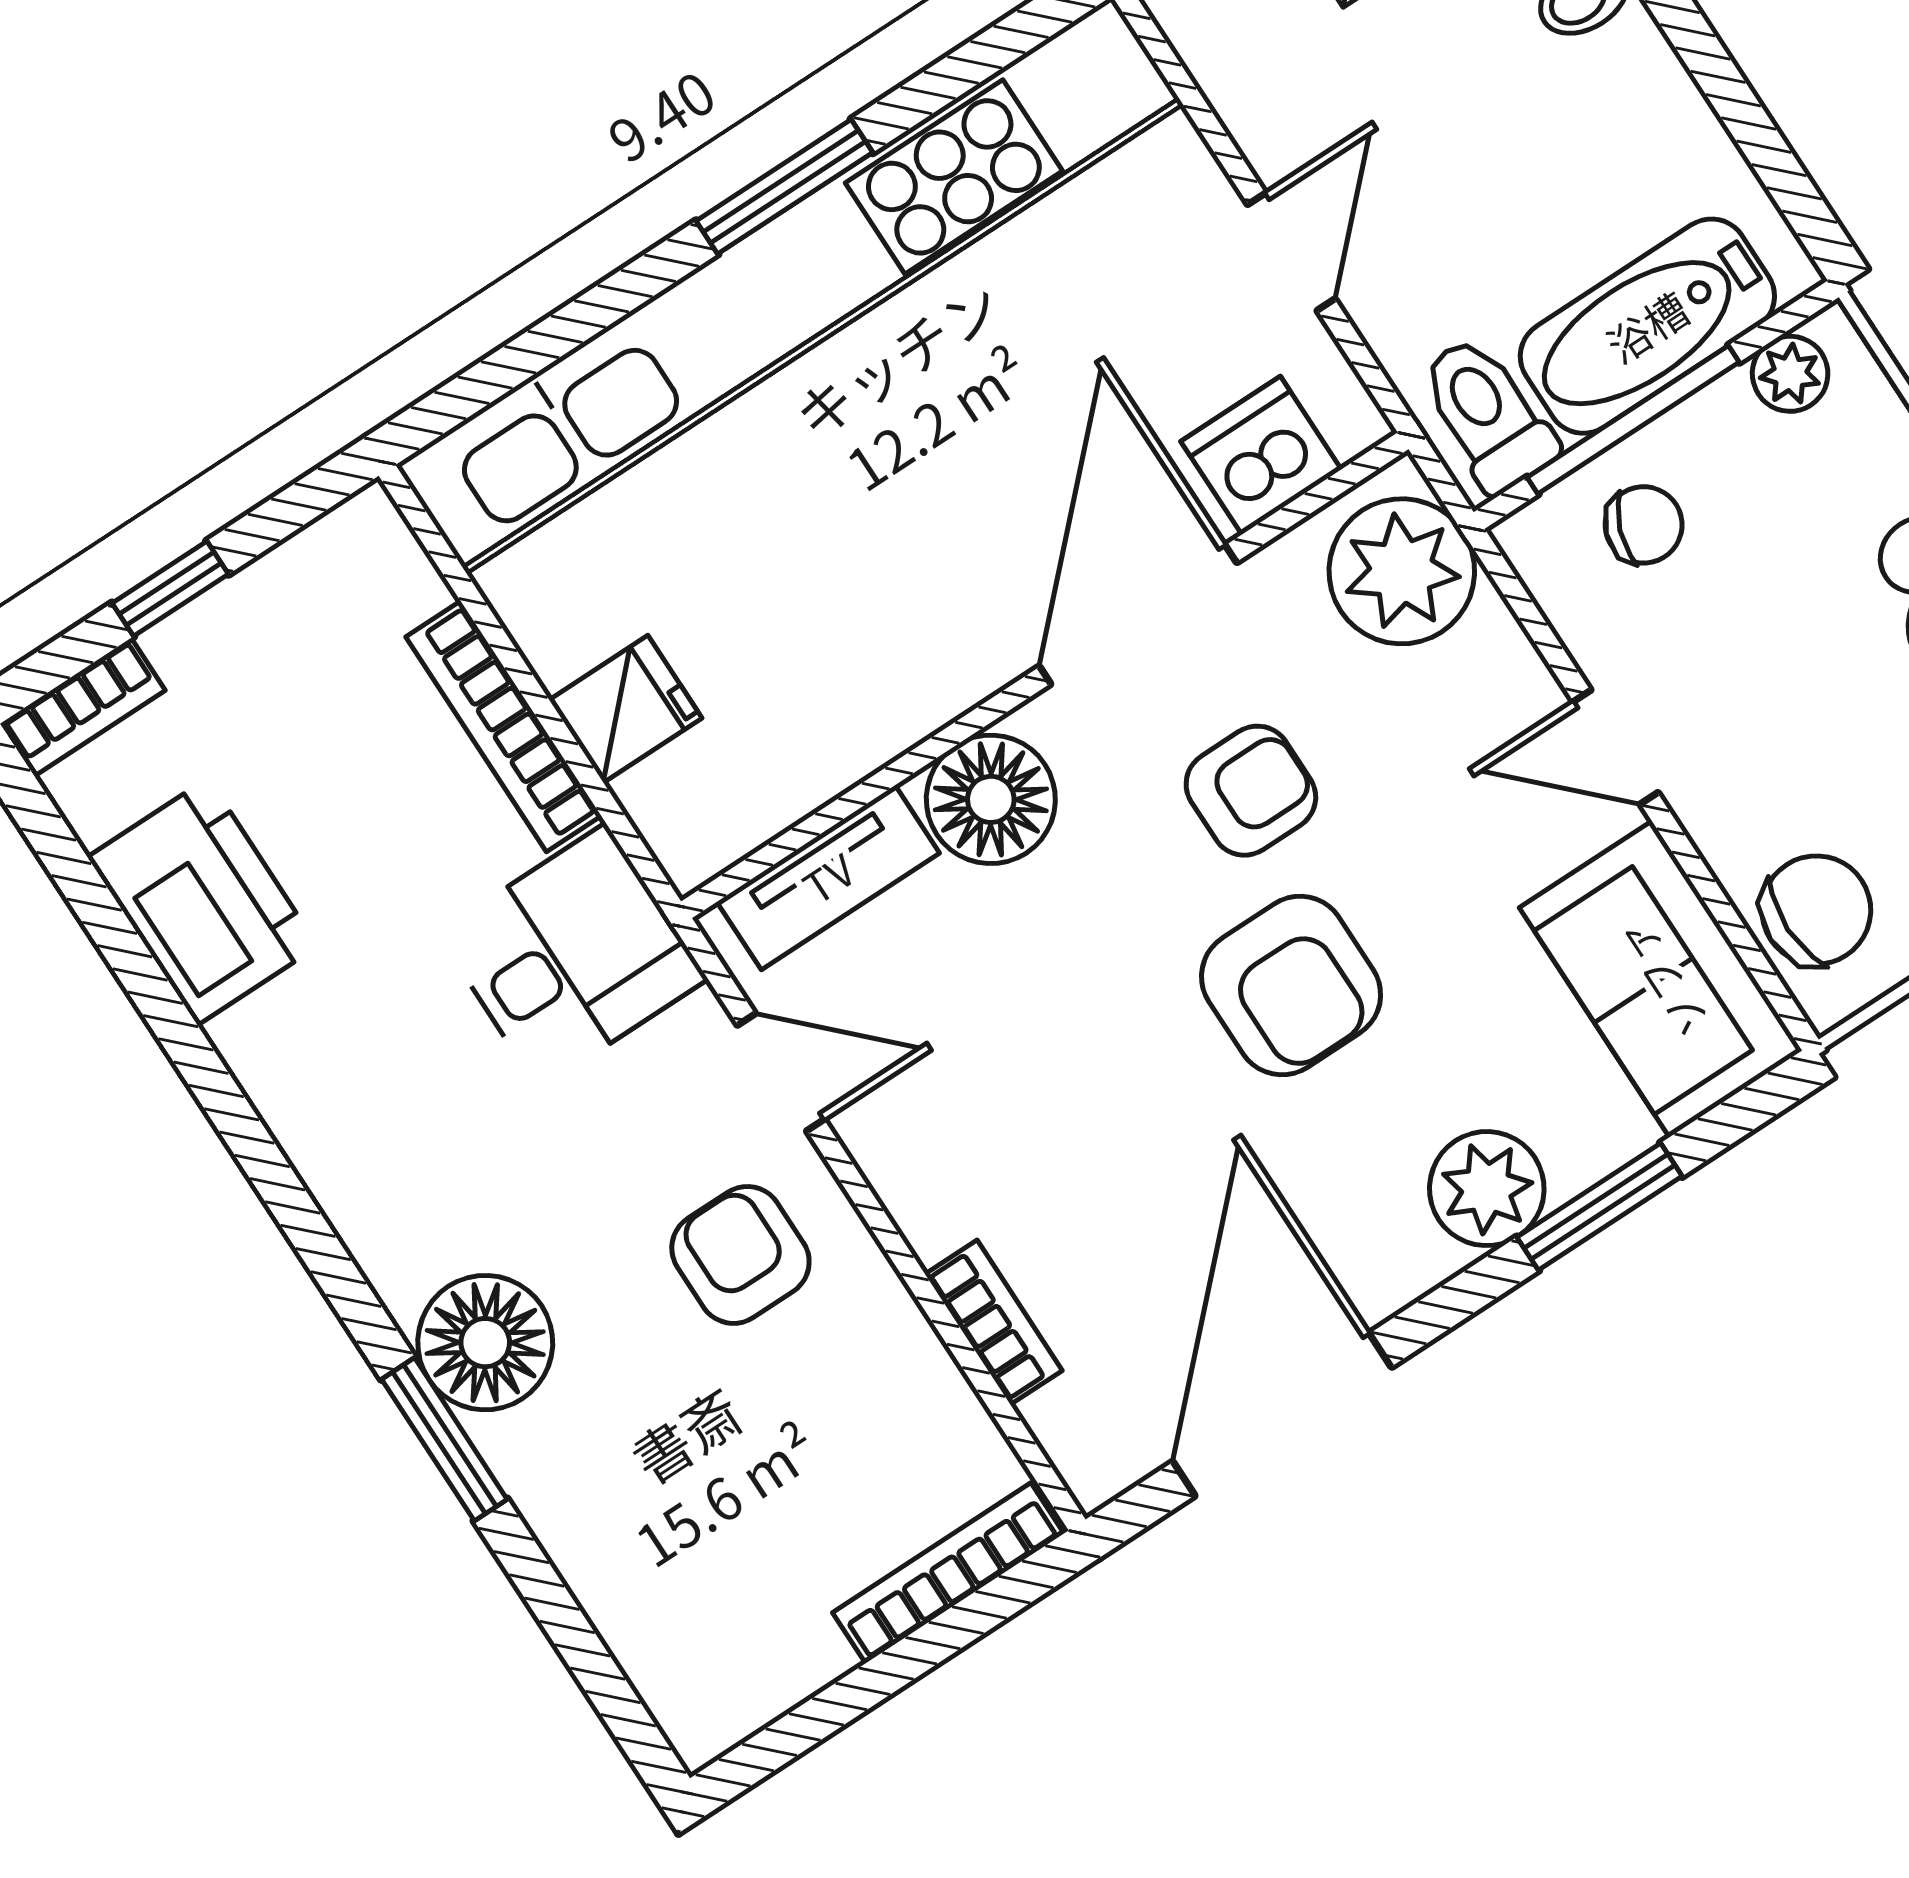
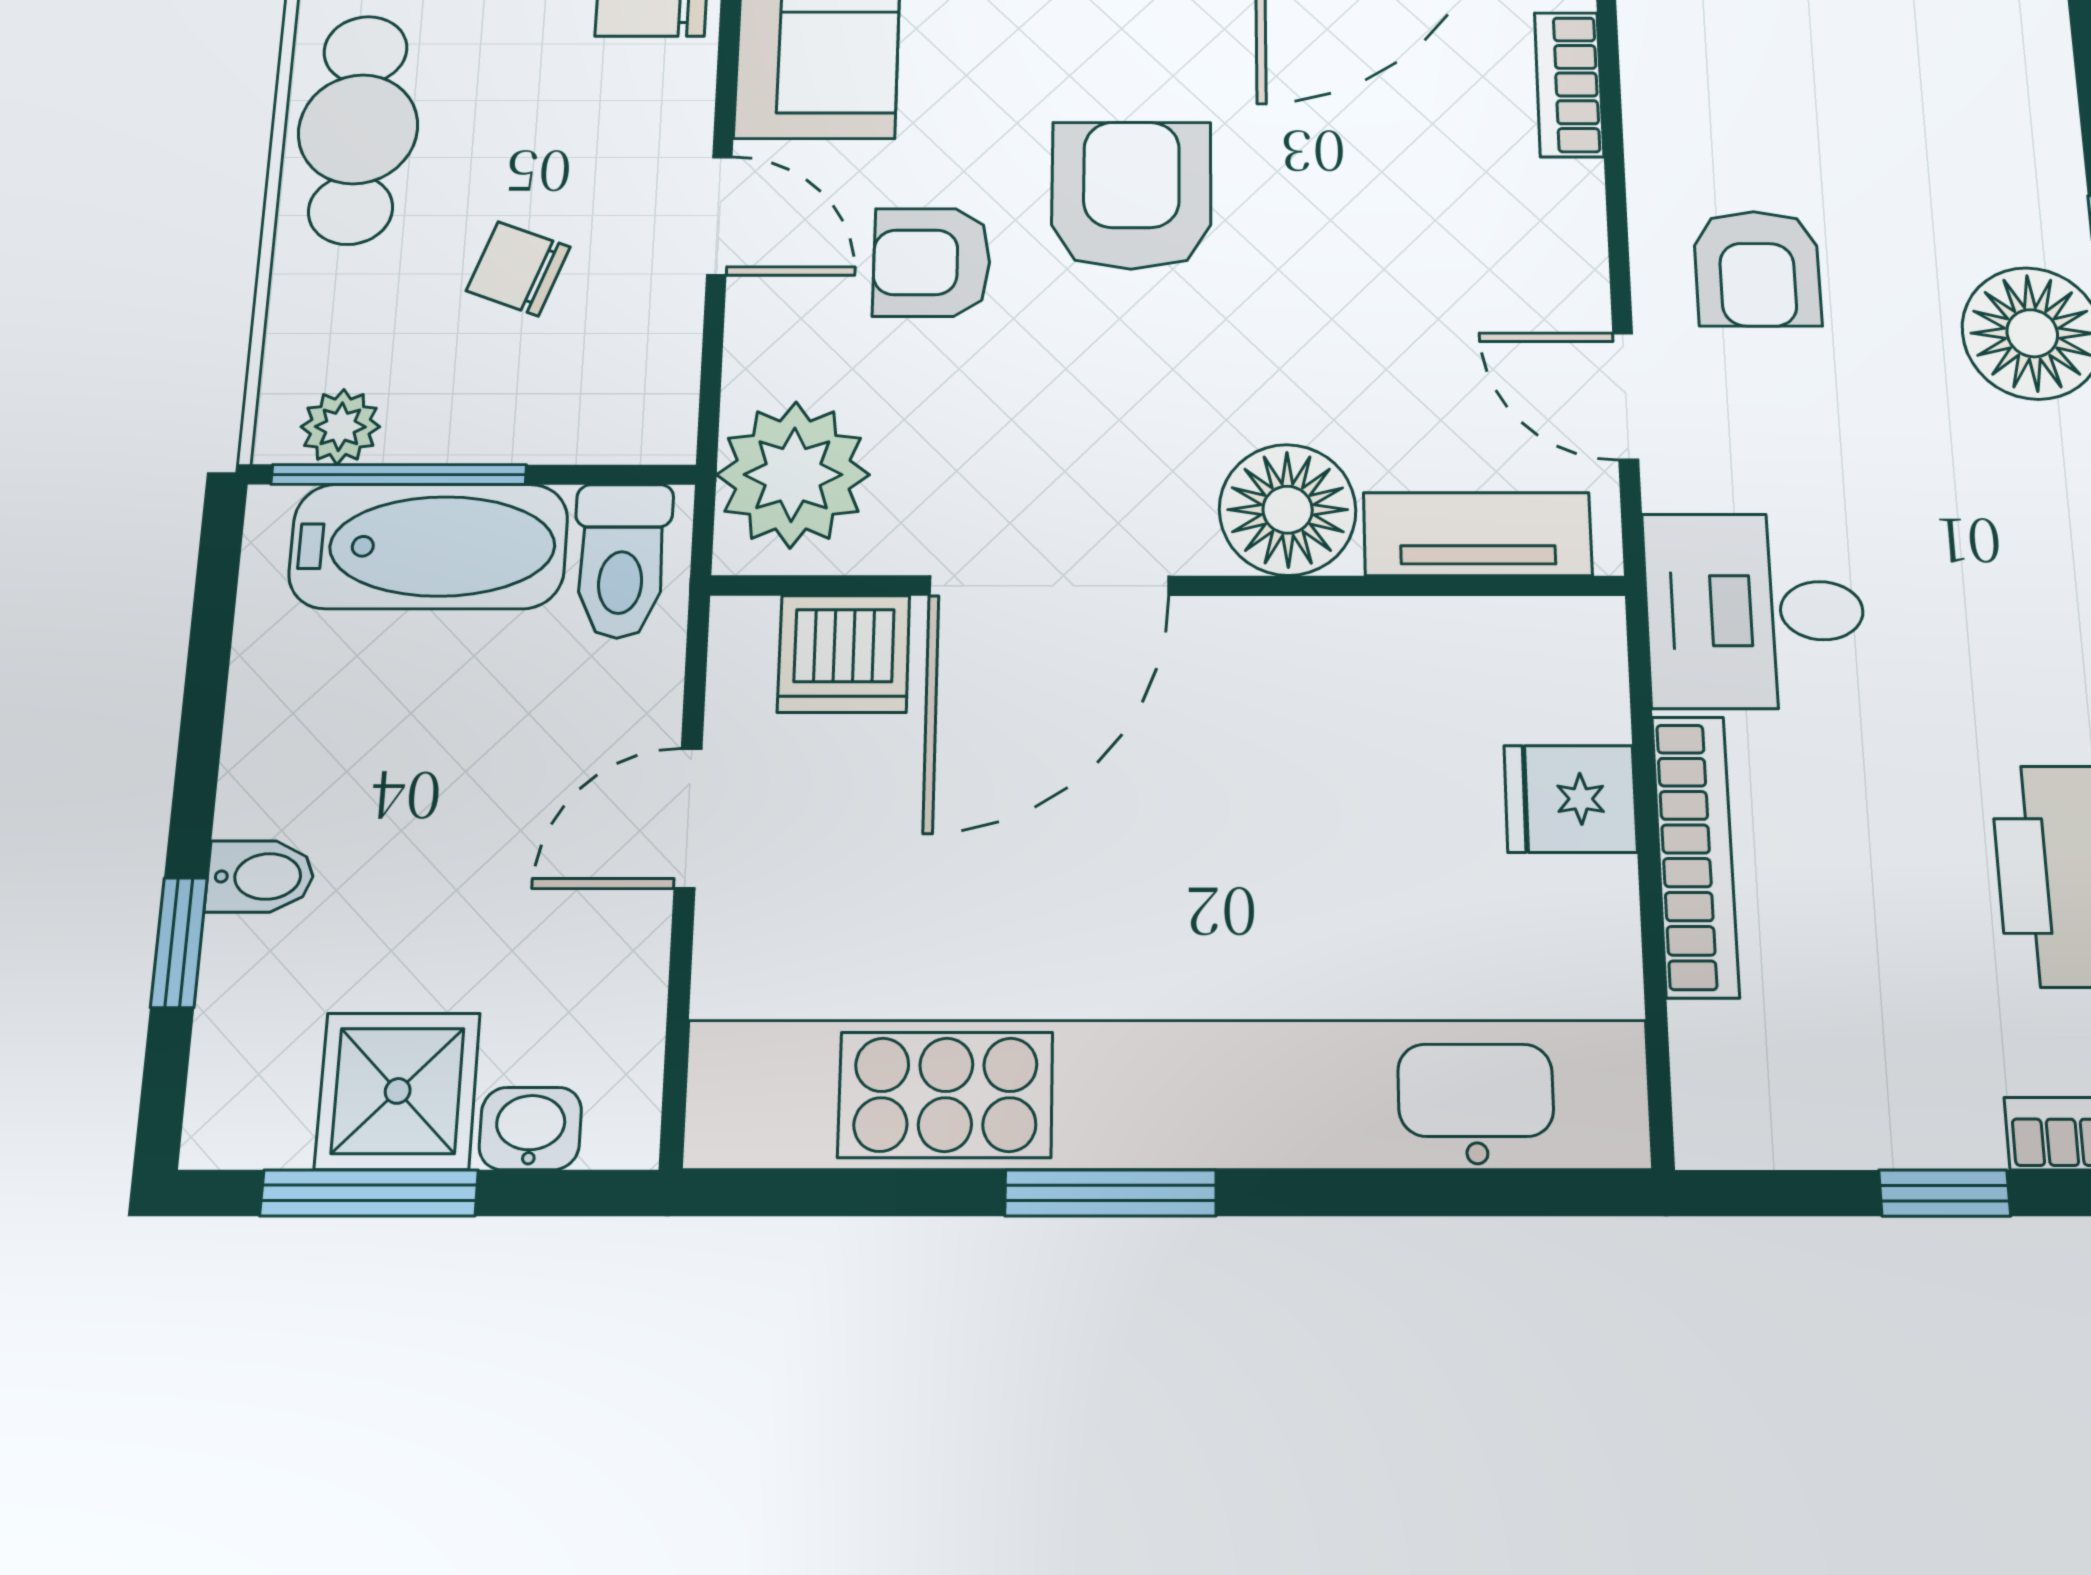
window: (1633, 420) -> (399, 475), moved
chair: (1644, 525) -> (518, 269), moved
armchair: (1251, 791) -> (932, 262), moved

